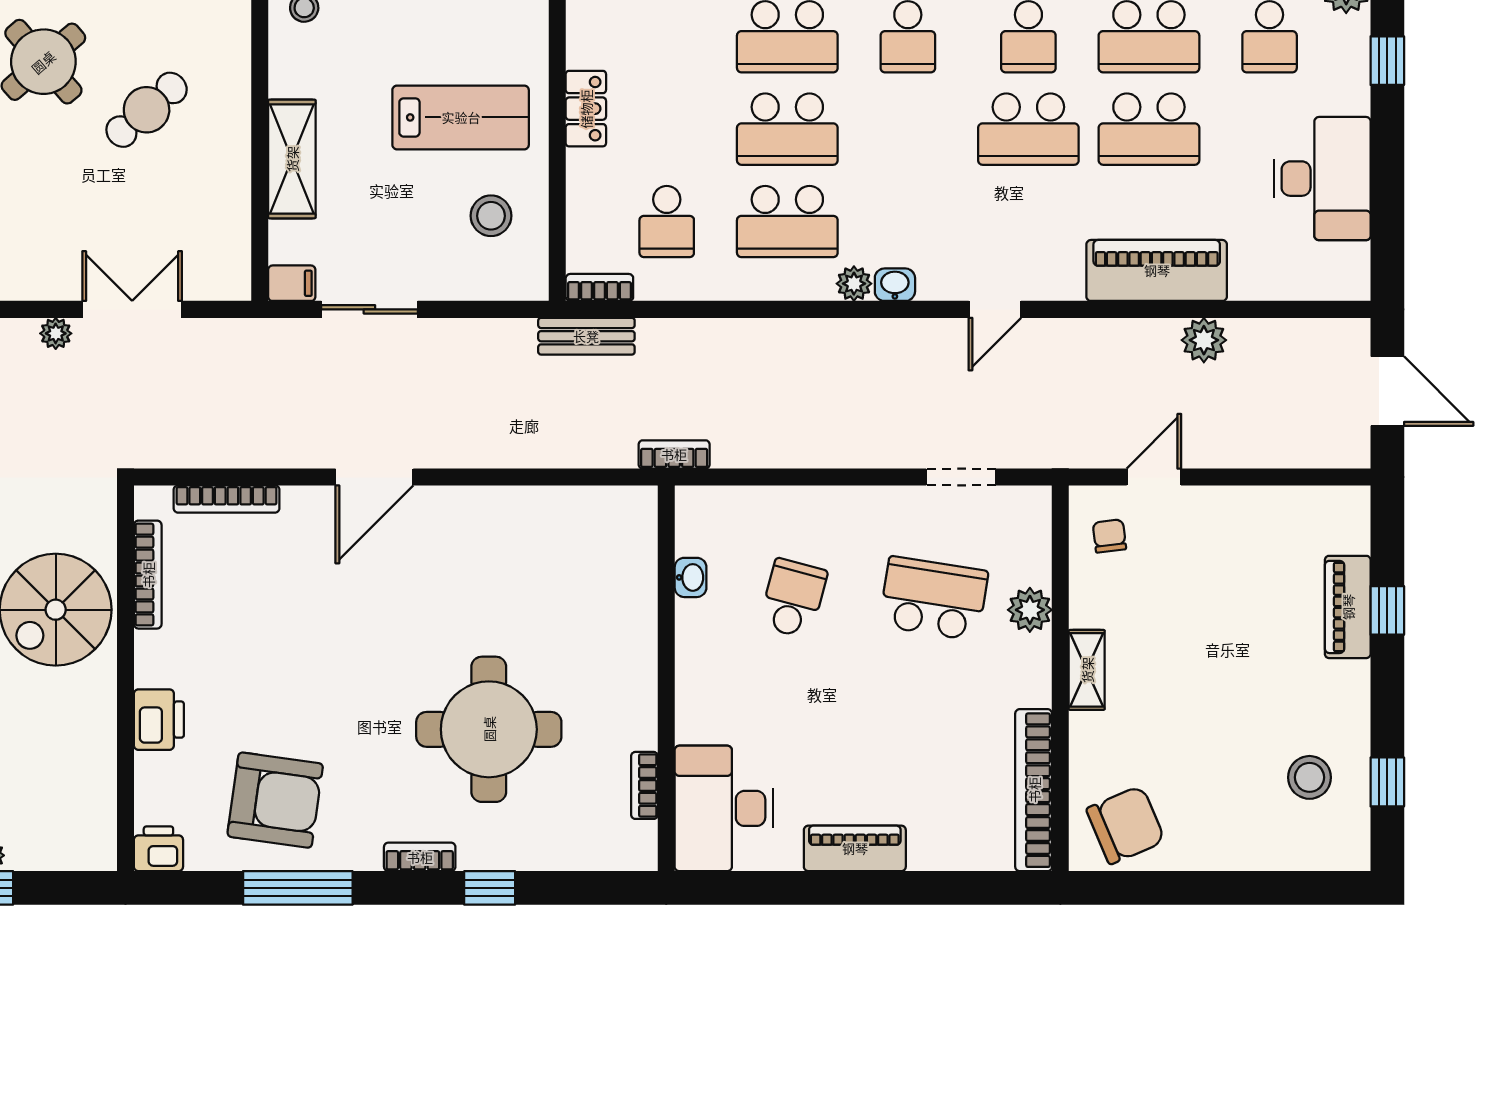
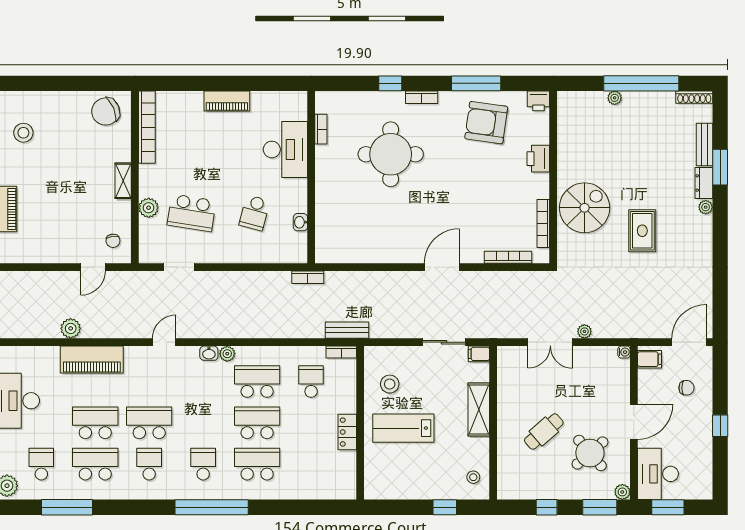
desk: (724, 808) -> (285, 149), moved

